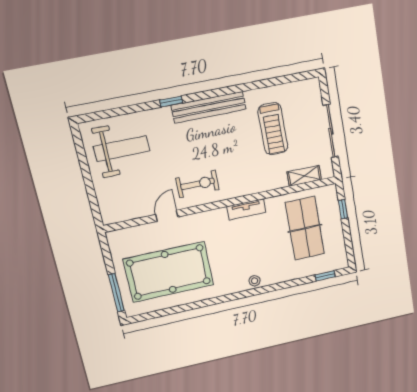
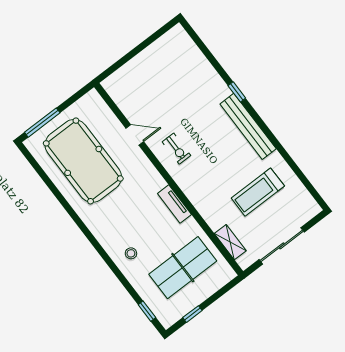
weight bench: (122, 149) -> (176, 69), removed
exercise bike: (198, 184) -> (176, 149), width x0.73, depth x0.72
window: (343, 209) -> (192, 314), moved
stool: (255, 281) -> (131, 253), moved

